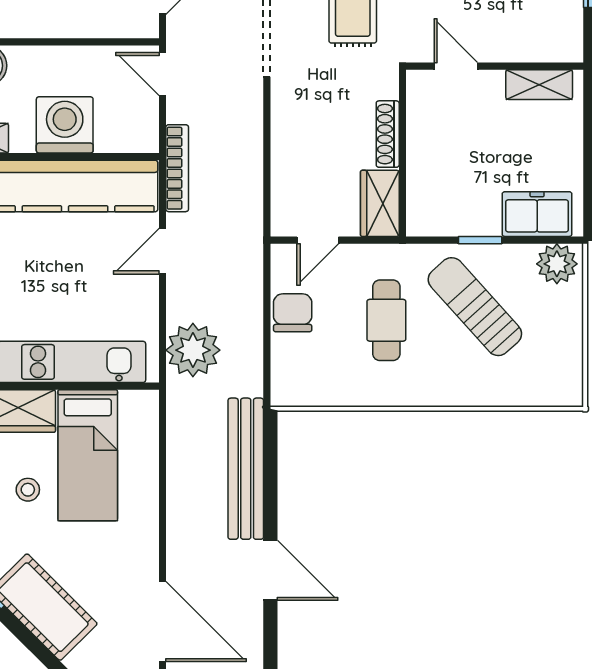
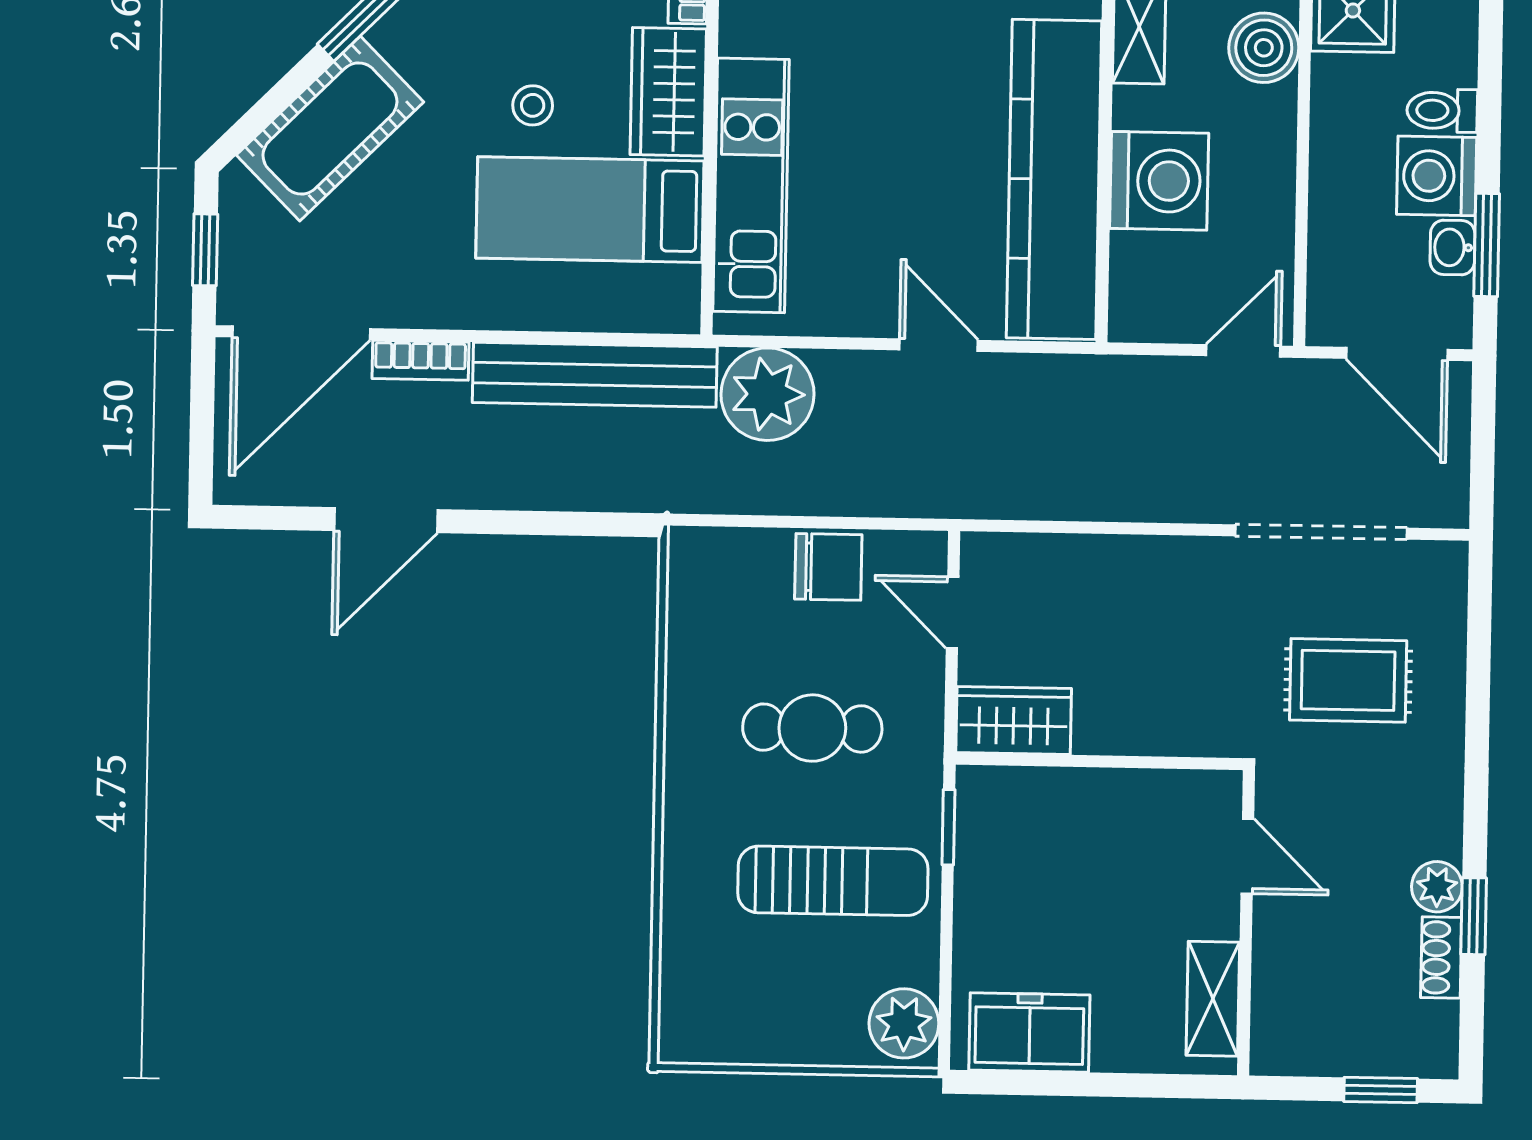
door: (456, 66) -> (1247, 856), hinge flipped
shoe rack: (388, 134) -> (1133, 736), removed
bookcase: (177, 168) -> (420, 360), moved, width x0.64
freezer: (537, 214) -> (1029, 1033), moved, turned -90
window: (480, 240) -> (948, 827), moved
sun lounger: (475, 307) -> (833, 881), turned 42
bench: (246, 469) -> (595, 375), moved

